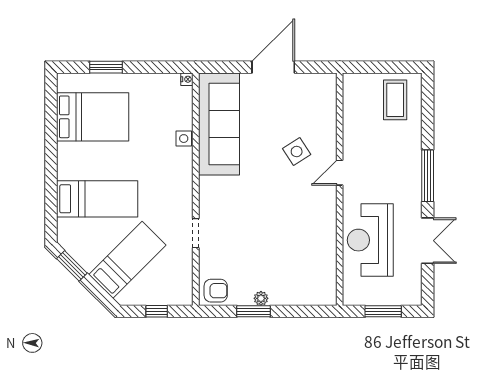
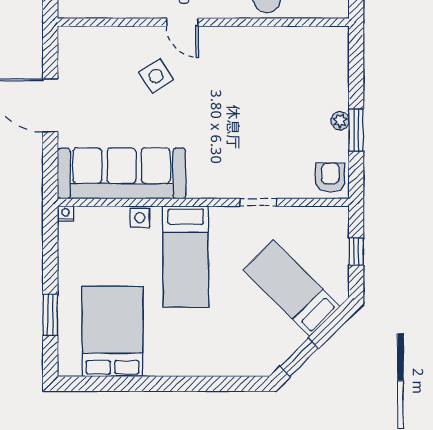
bed: (97, 199) -> (186, 257), moved, turned 180

